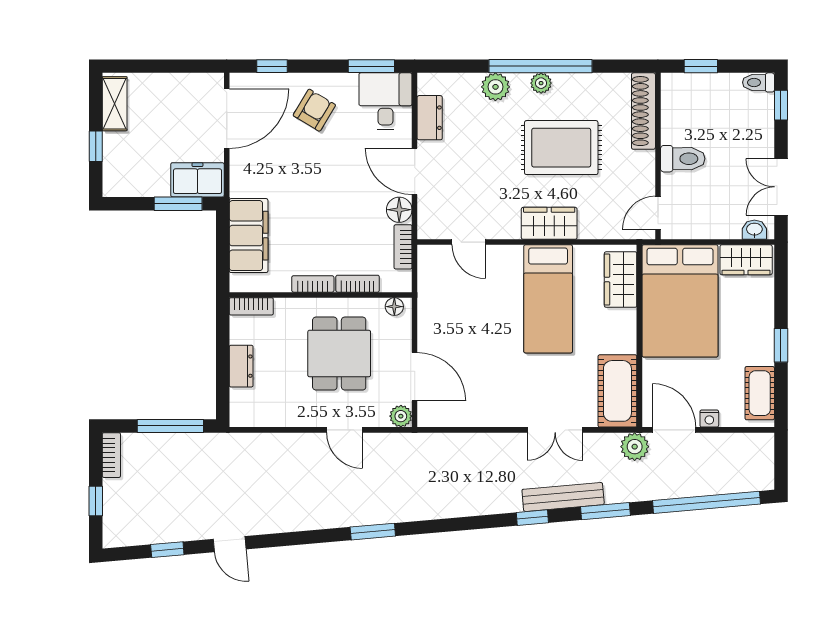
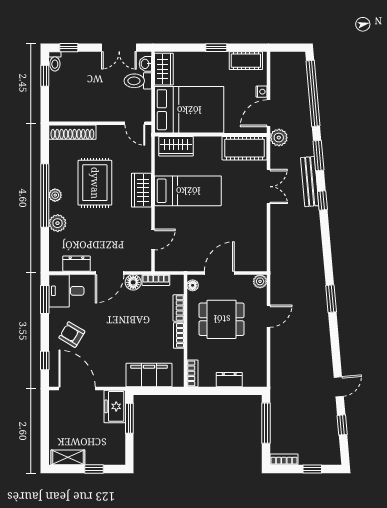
window: (701, 66) -> (45, 76), moved
toilet: (683, 159) -> (138, 81), moved, turned -90
door: (415, 377) -> (219, 273), moved

